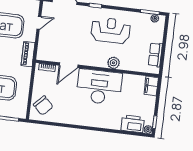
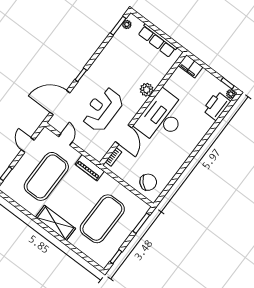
reception desk: (111, 30) -> (102, 109), moved
row of seats: (155, 55) -> (157, 41), width x1.48

